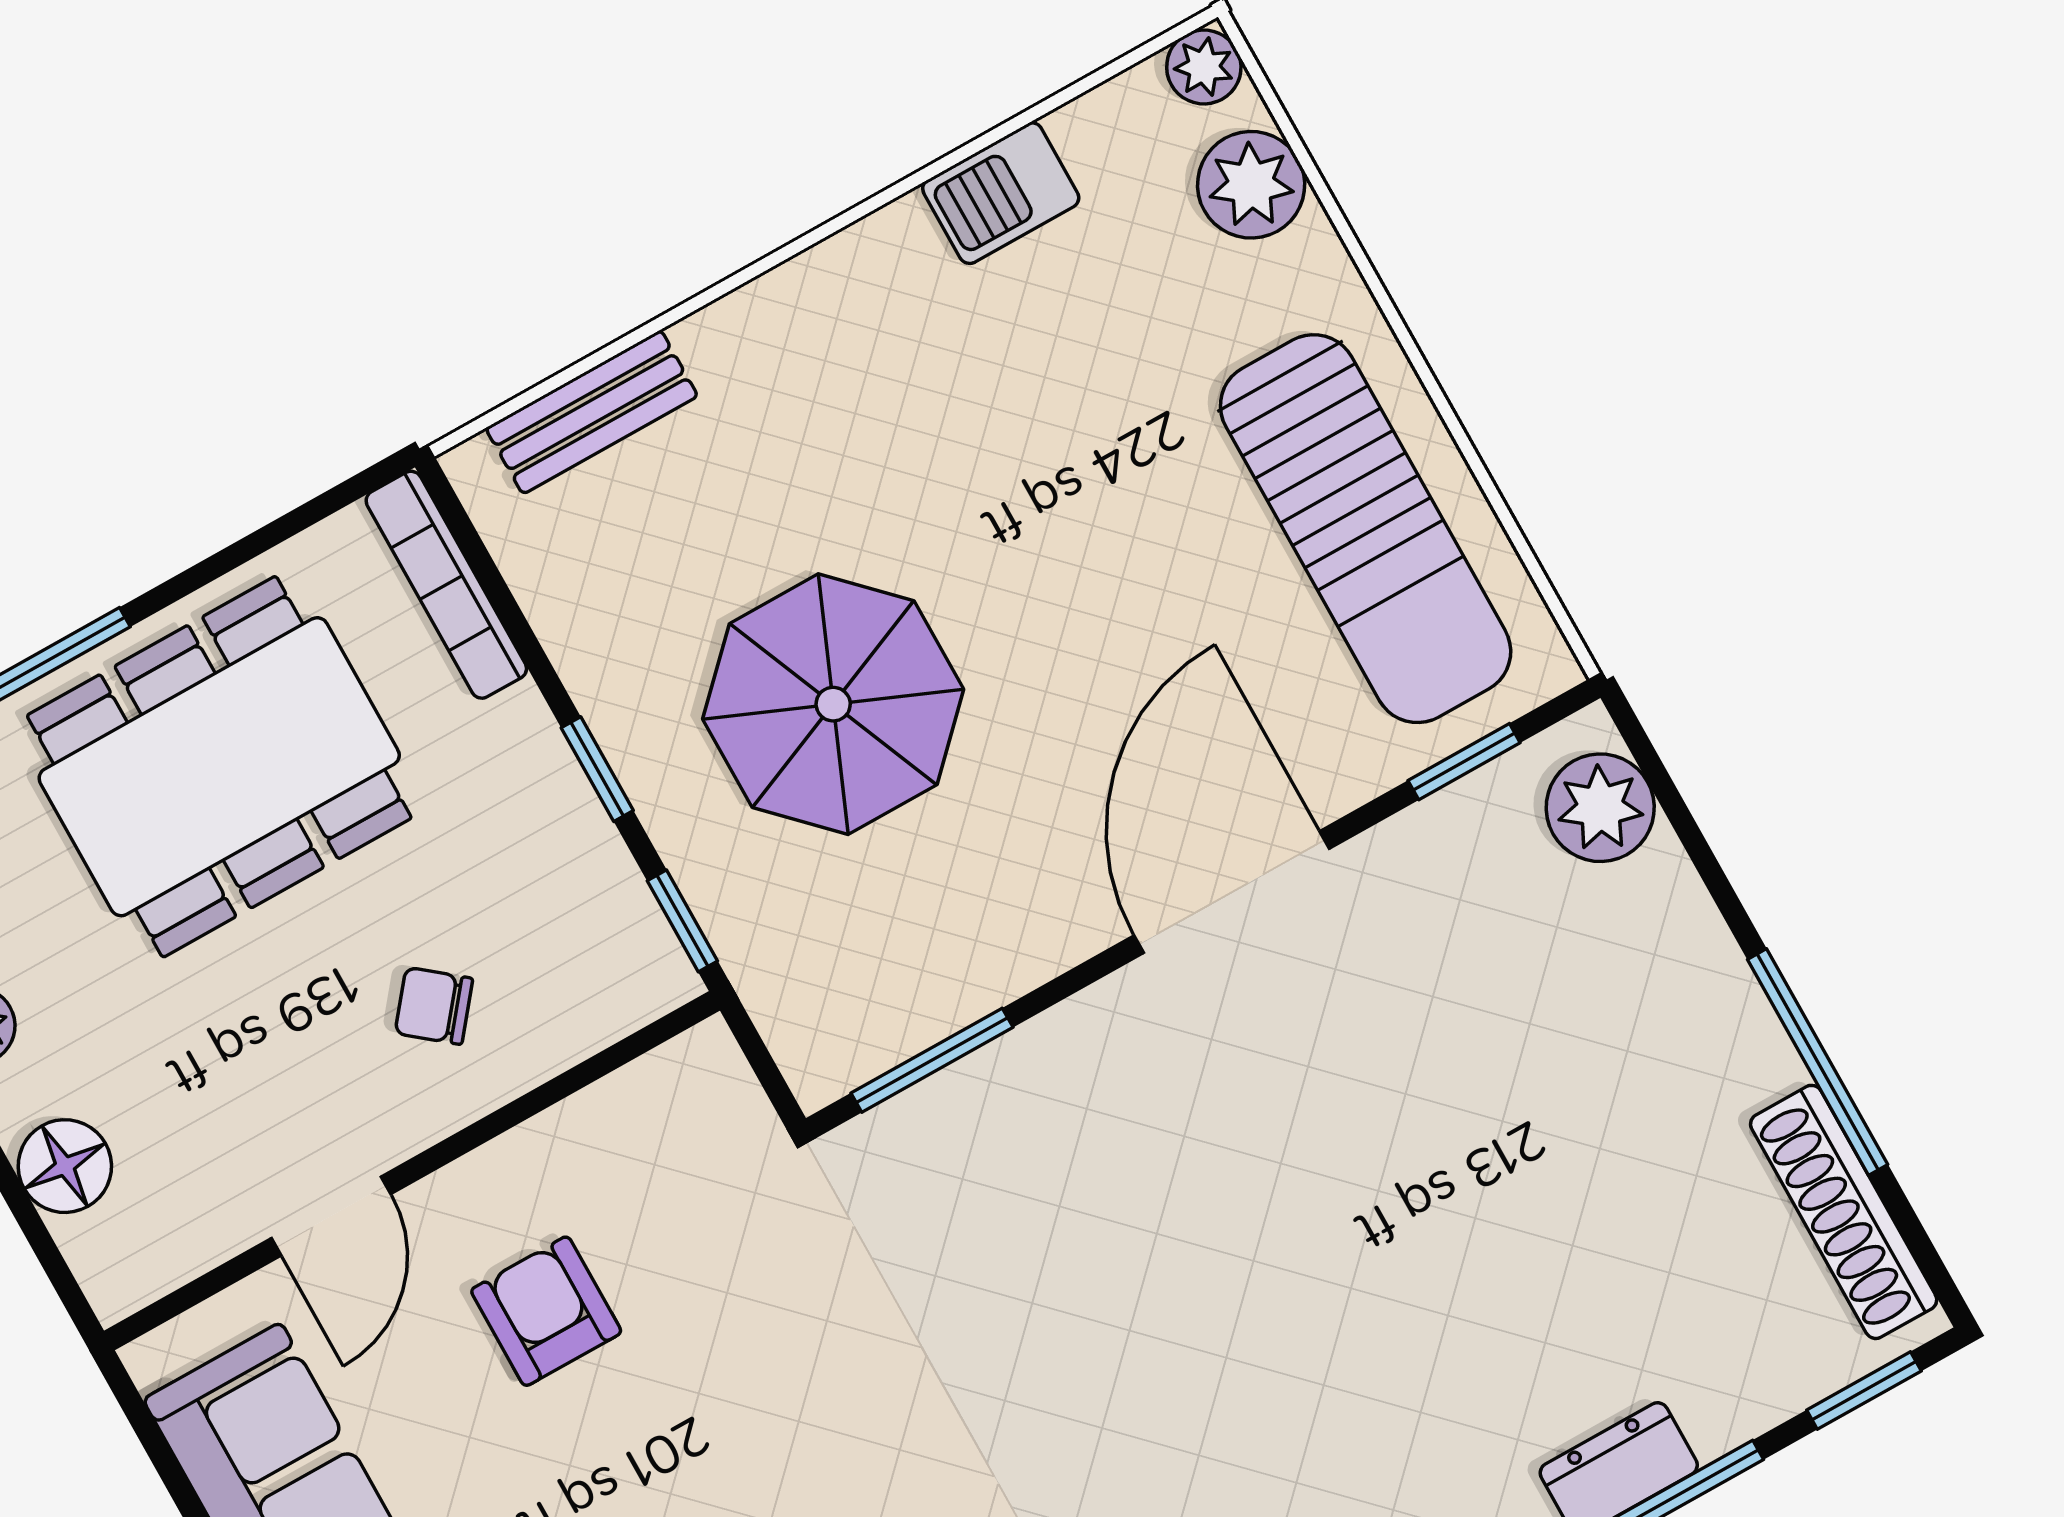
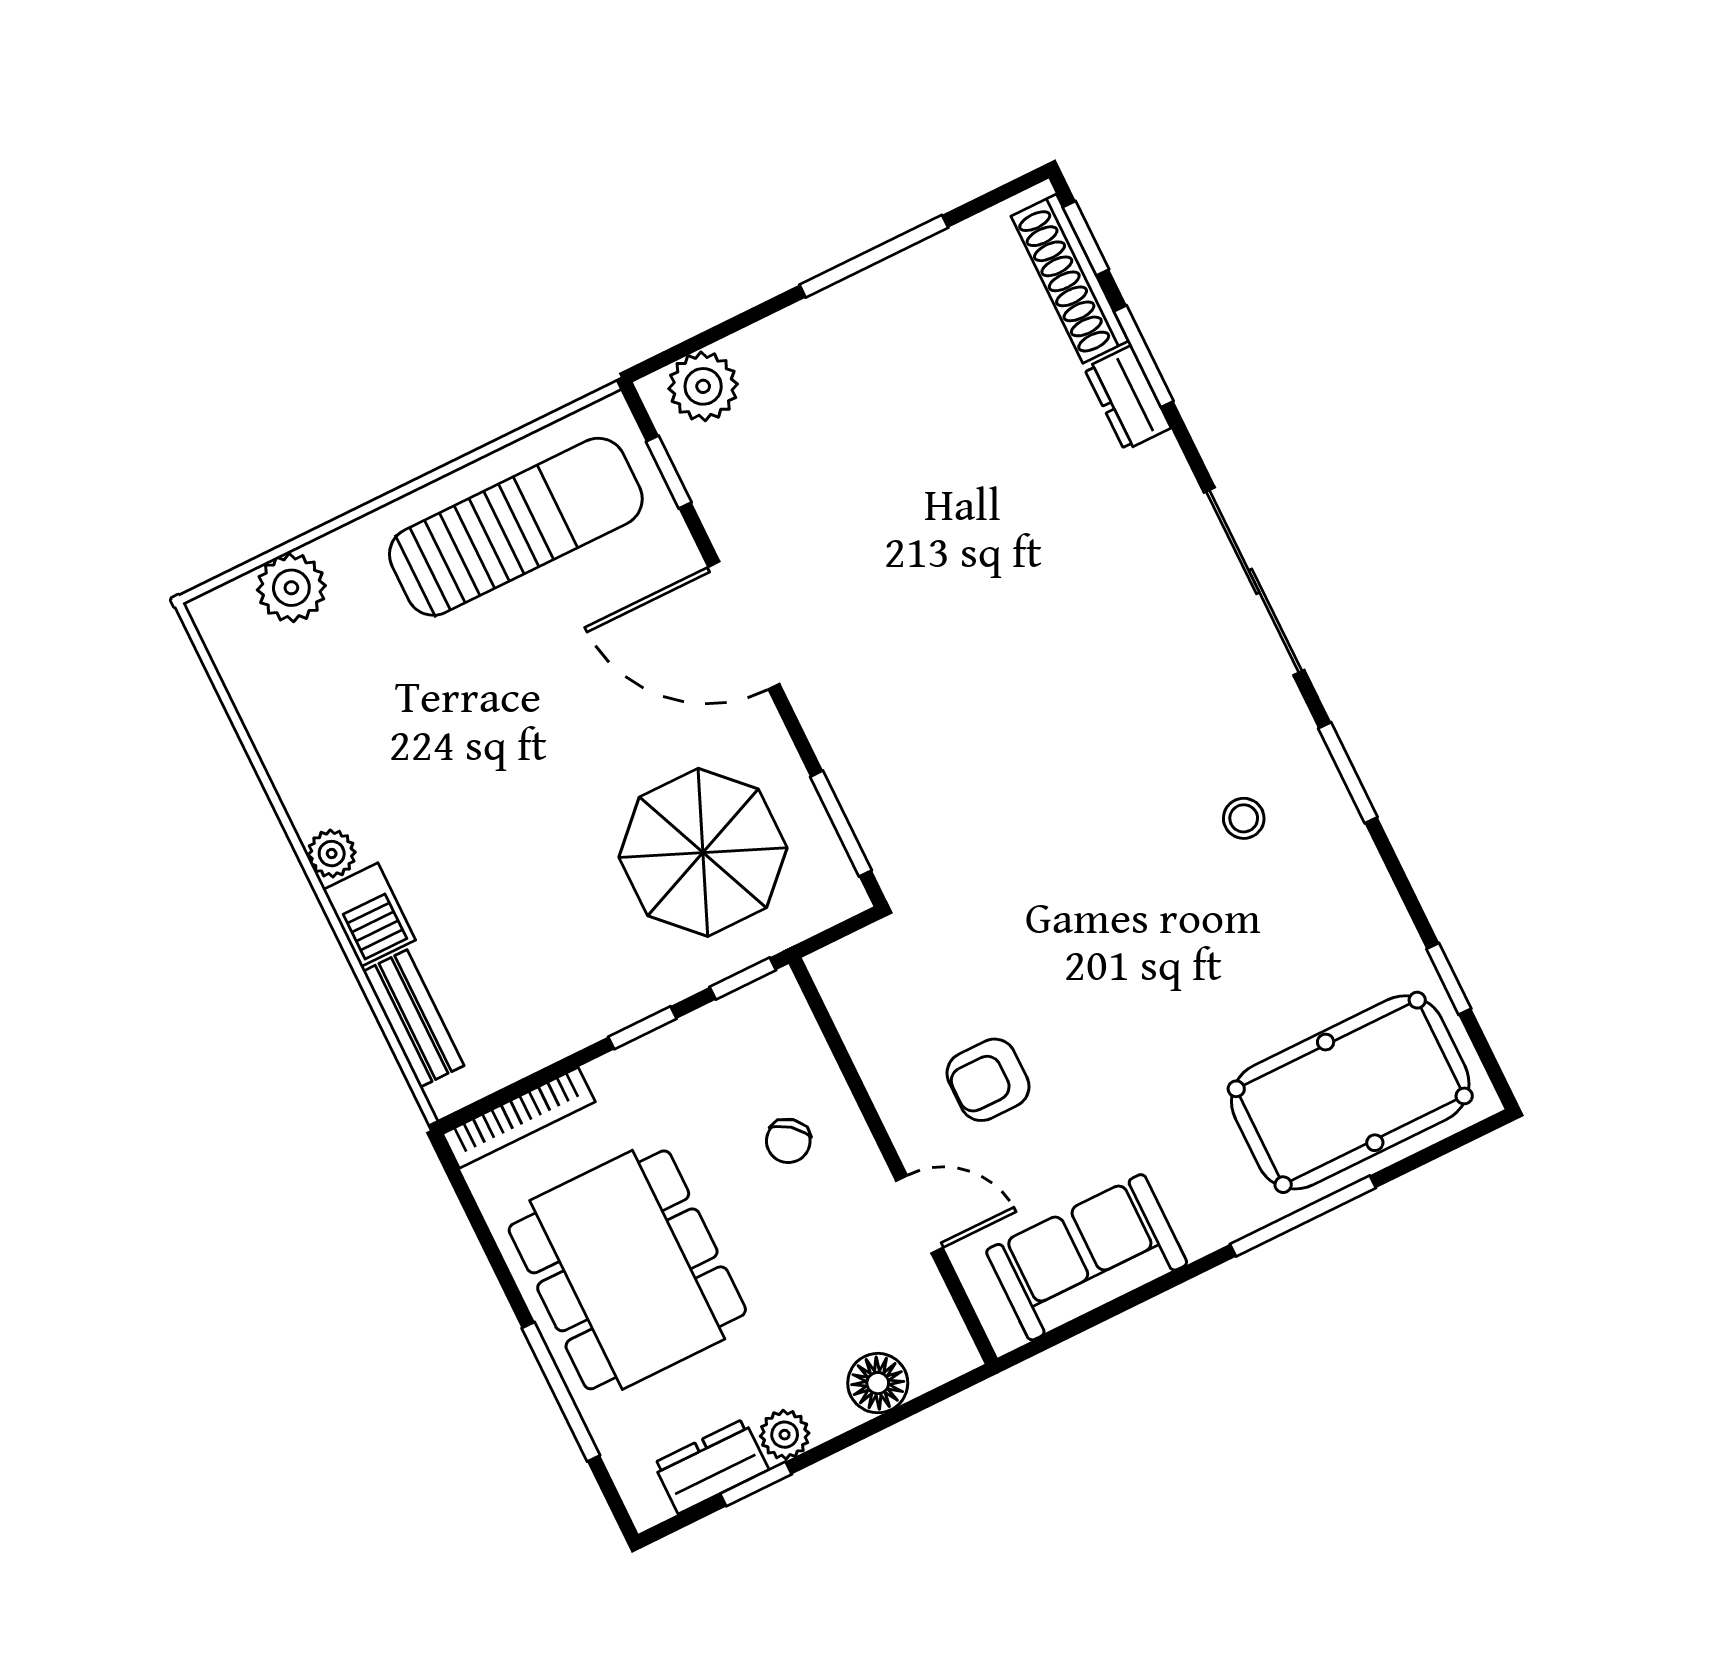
plant: (1204, 67) -> (332, 854), moved
barbecue: (1001, 193) -> (369, 915), moved
parasol: (833, 704) -> (703, 852), moved
shoe rack: (1844, 1212) -> (1070, 279), moved, turned 90

